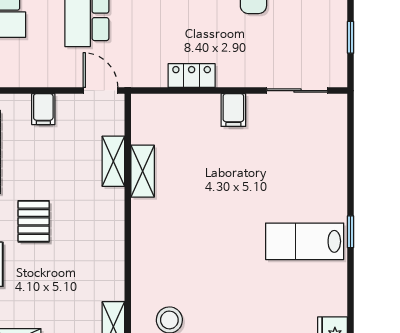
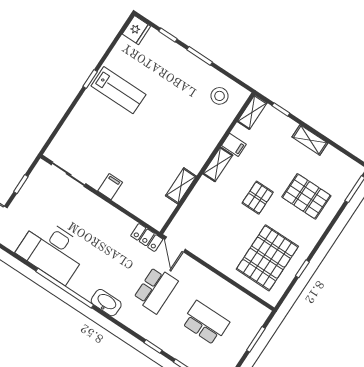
locker: (192, 76) -> (147, 237), moved
filing cabinet: (43, 109) -> (234, 145), moved, turned 90
shelving: (113, 161) -> (218, 164), moved

